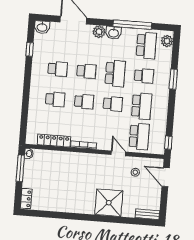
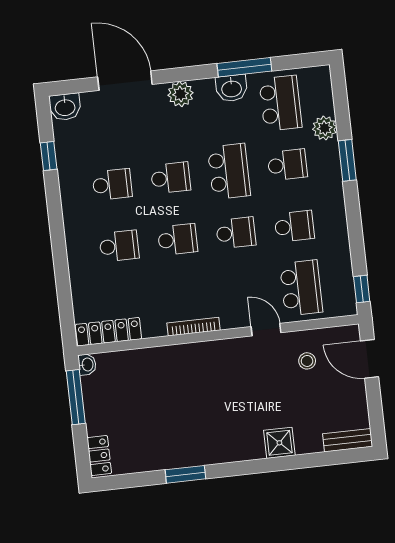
window: (132, 25) -> (244, 67), width x0.68
washbasin: (114, 33) -> (232, 88), moved
plant: (167, 41) -> (325, 128), moved
school desk: (142, 106) -> (294, 226), width x0.54
locker: (54, 141) -> (108, 332), moved
shower: (109, 203) -> (279, 443), width x0.54, depth x0.54
window: (66, 216) -> (185, 474), added

